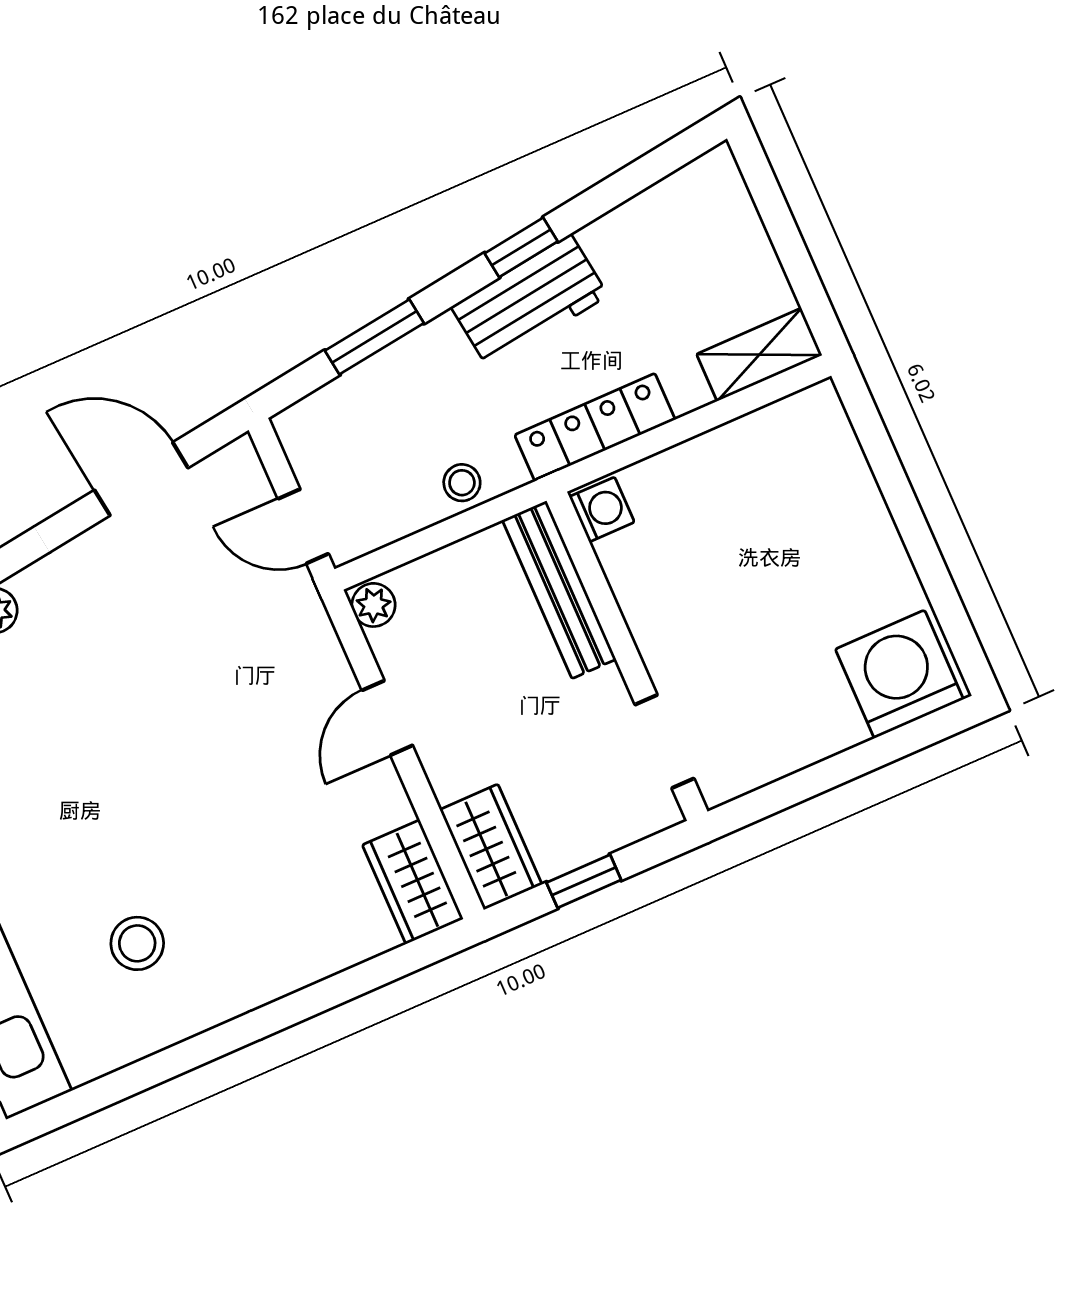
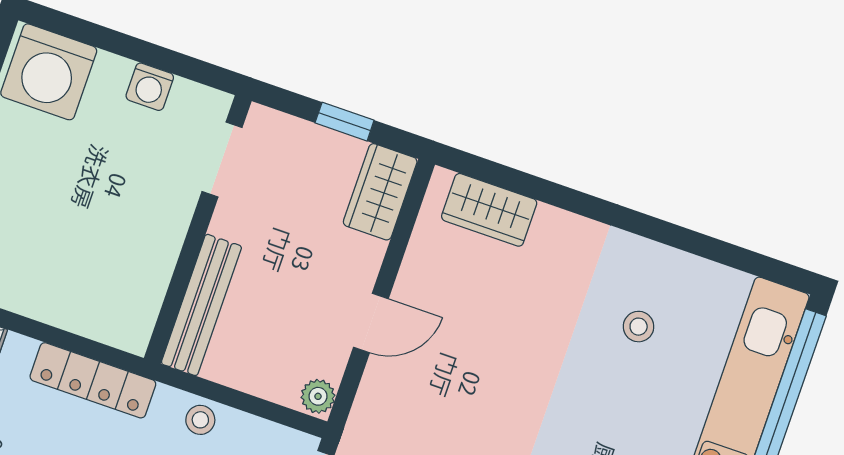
washing machine: (602, 509) -> (150, 87), moved, turned -90
wardrobe: (413, 882) -> (489, 210), moved, turned 90
stool: (137, 943) -> (639, 327), width x0.73, depth x0.73

